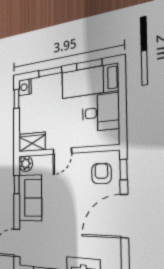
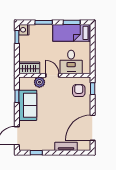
desk: (101, 112) -> (71, 62), moved, turned 90
door: (62, 151) -> (52, 75), swing flipped
plant: (26, 164) -> (39, 82), moved
door: (124, 216) -> (93, 128), moved

